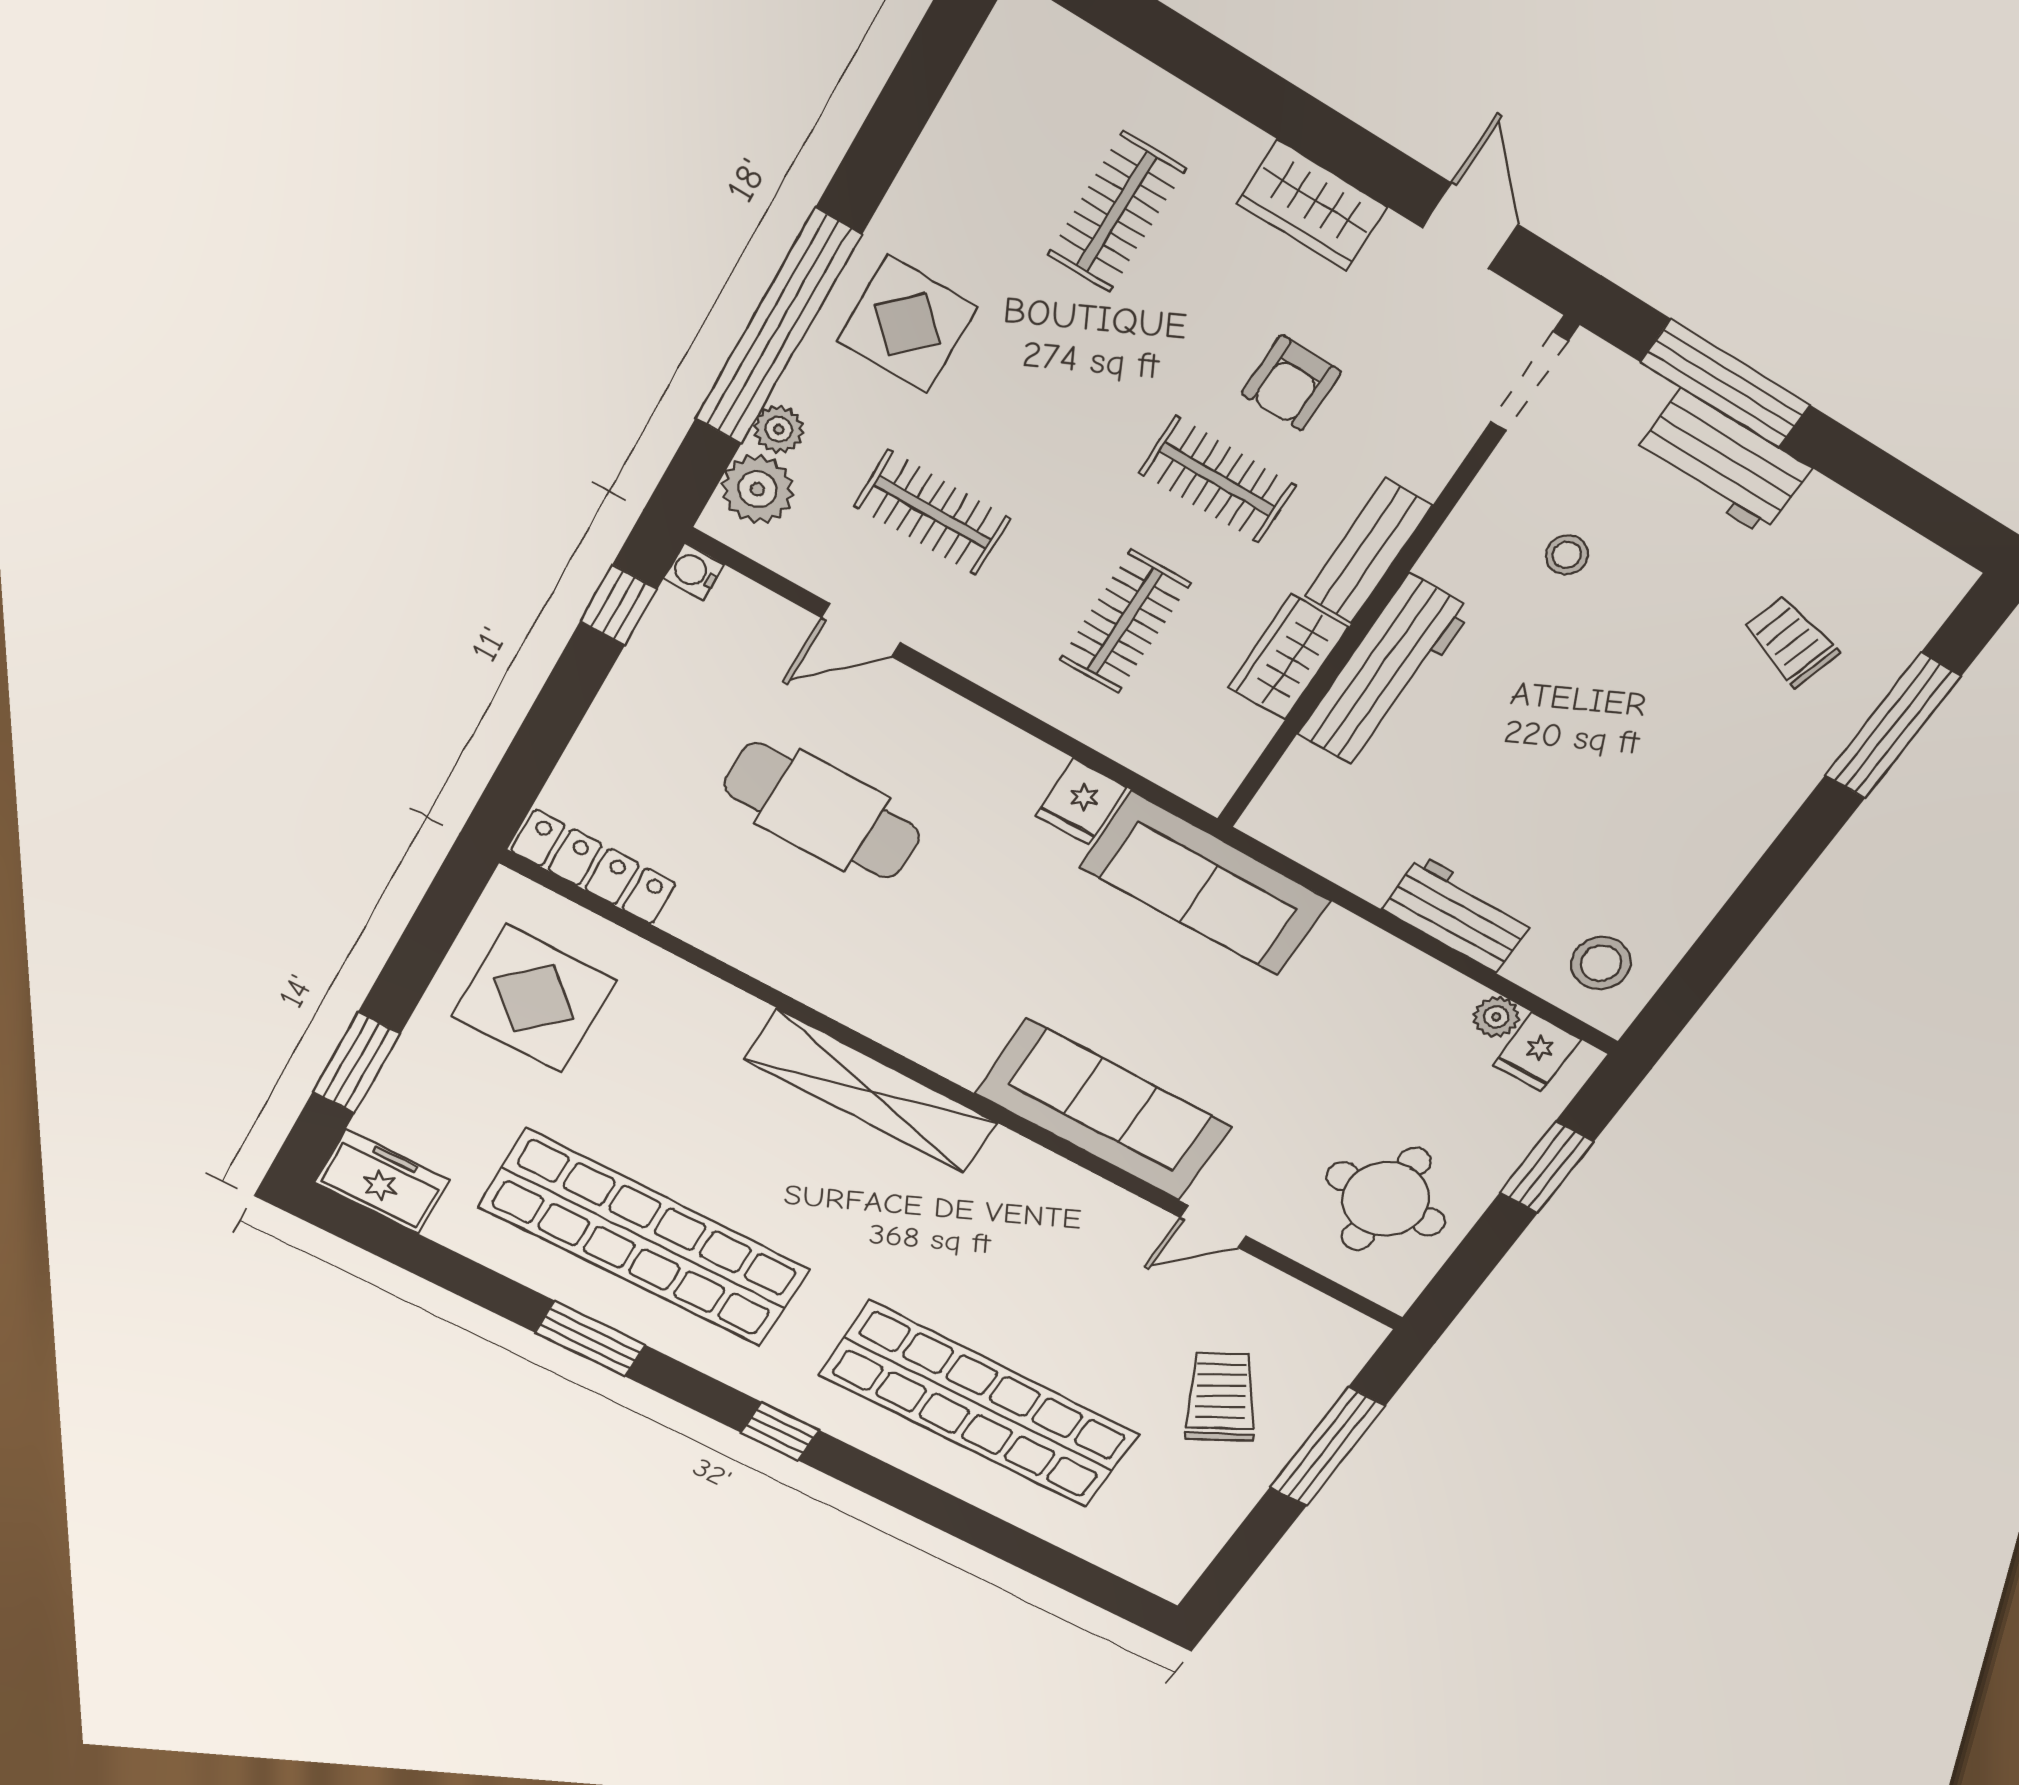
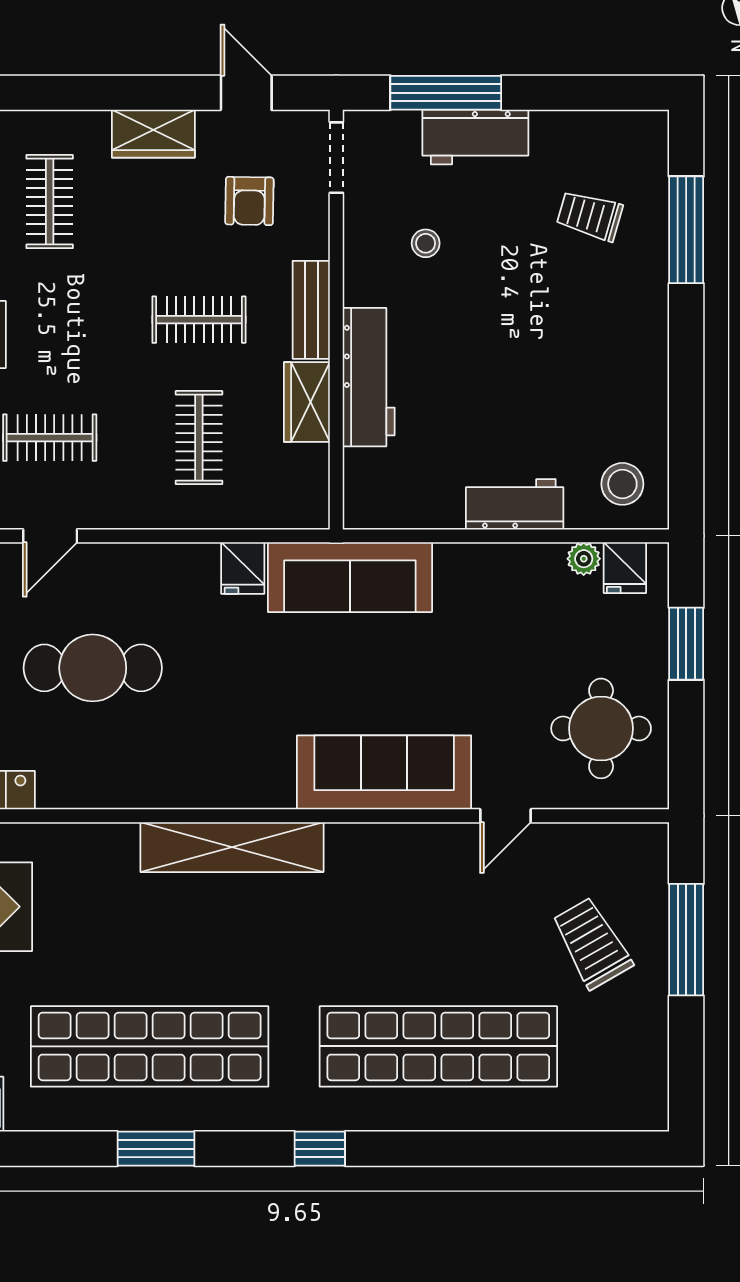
armchair: (1291, 383) -> (249, 201), moved

